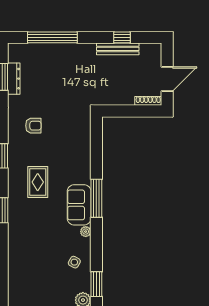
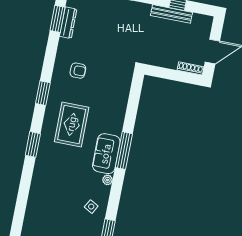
rug: (38, 182) -> (72, 124), width x1.36, depth x1.43

